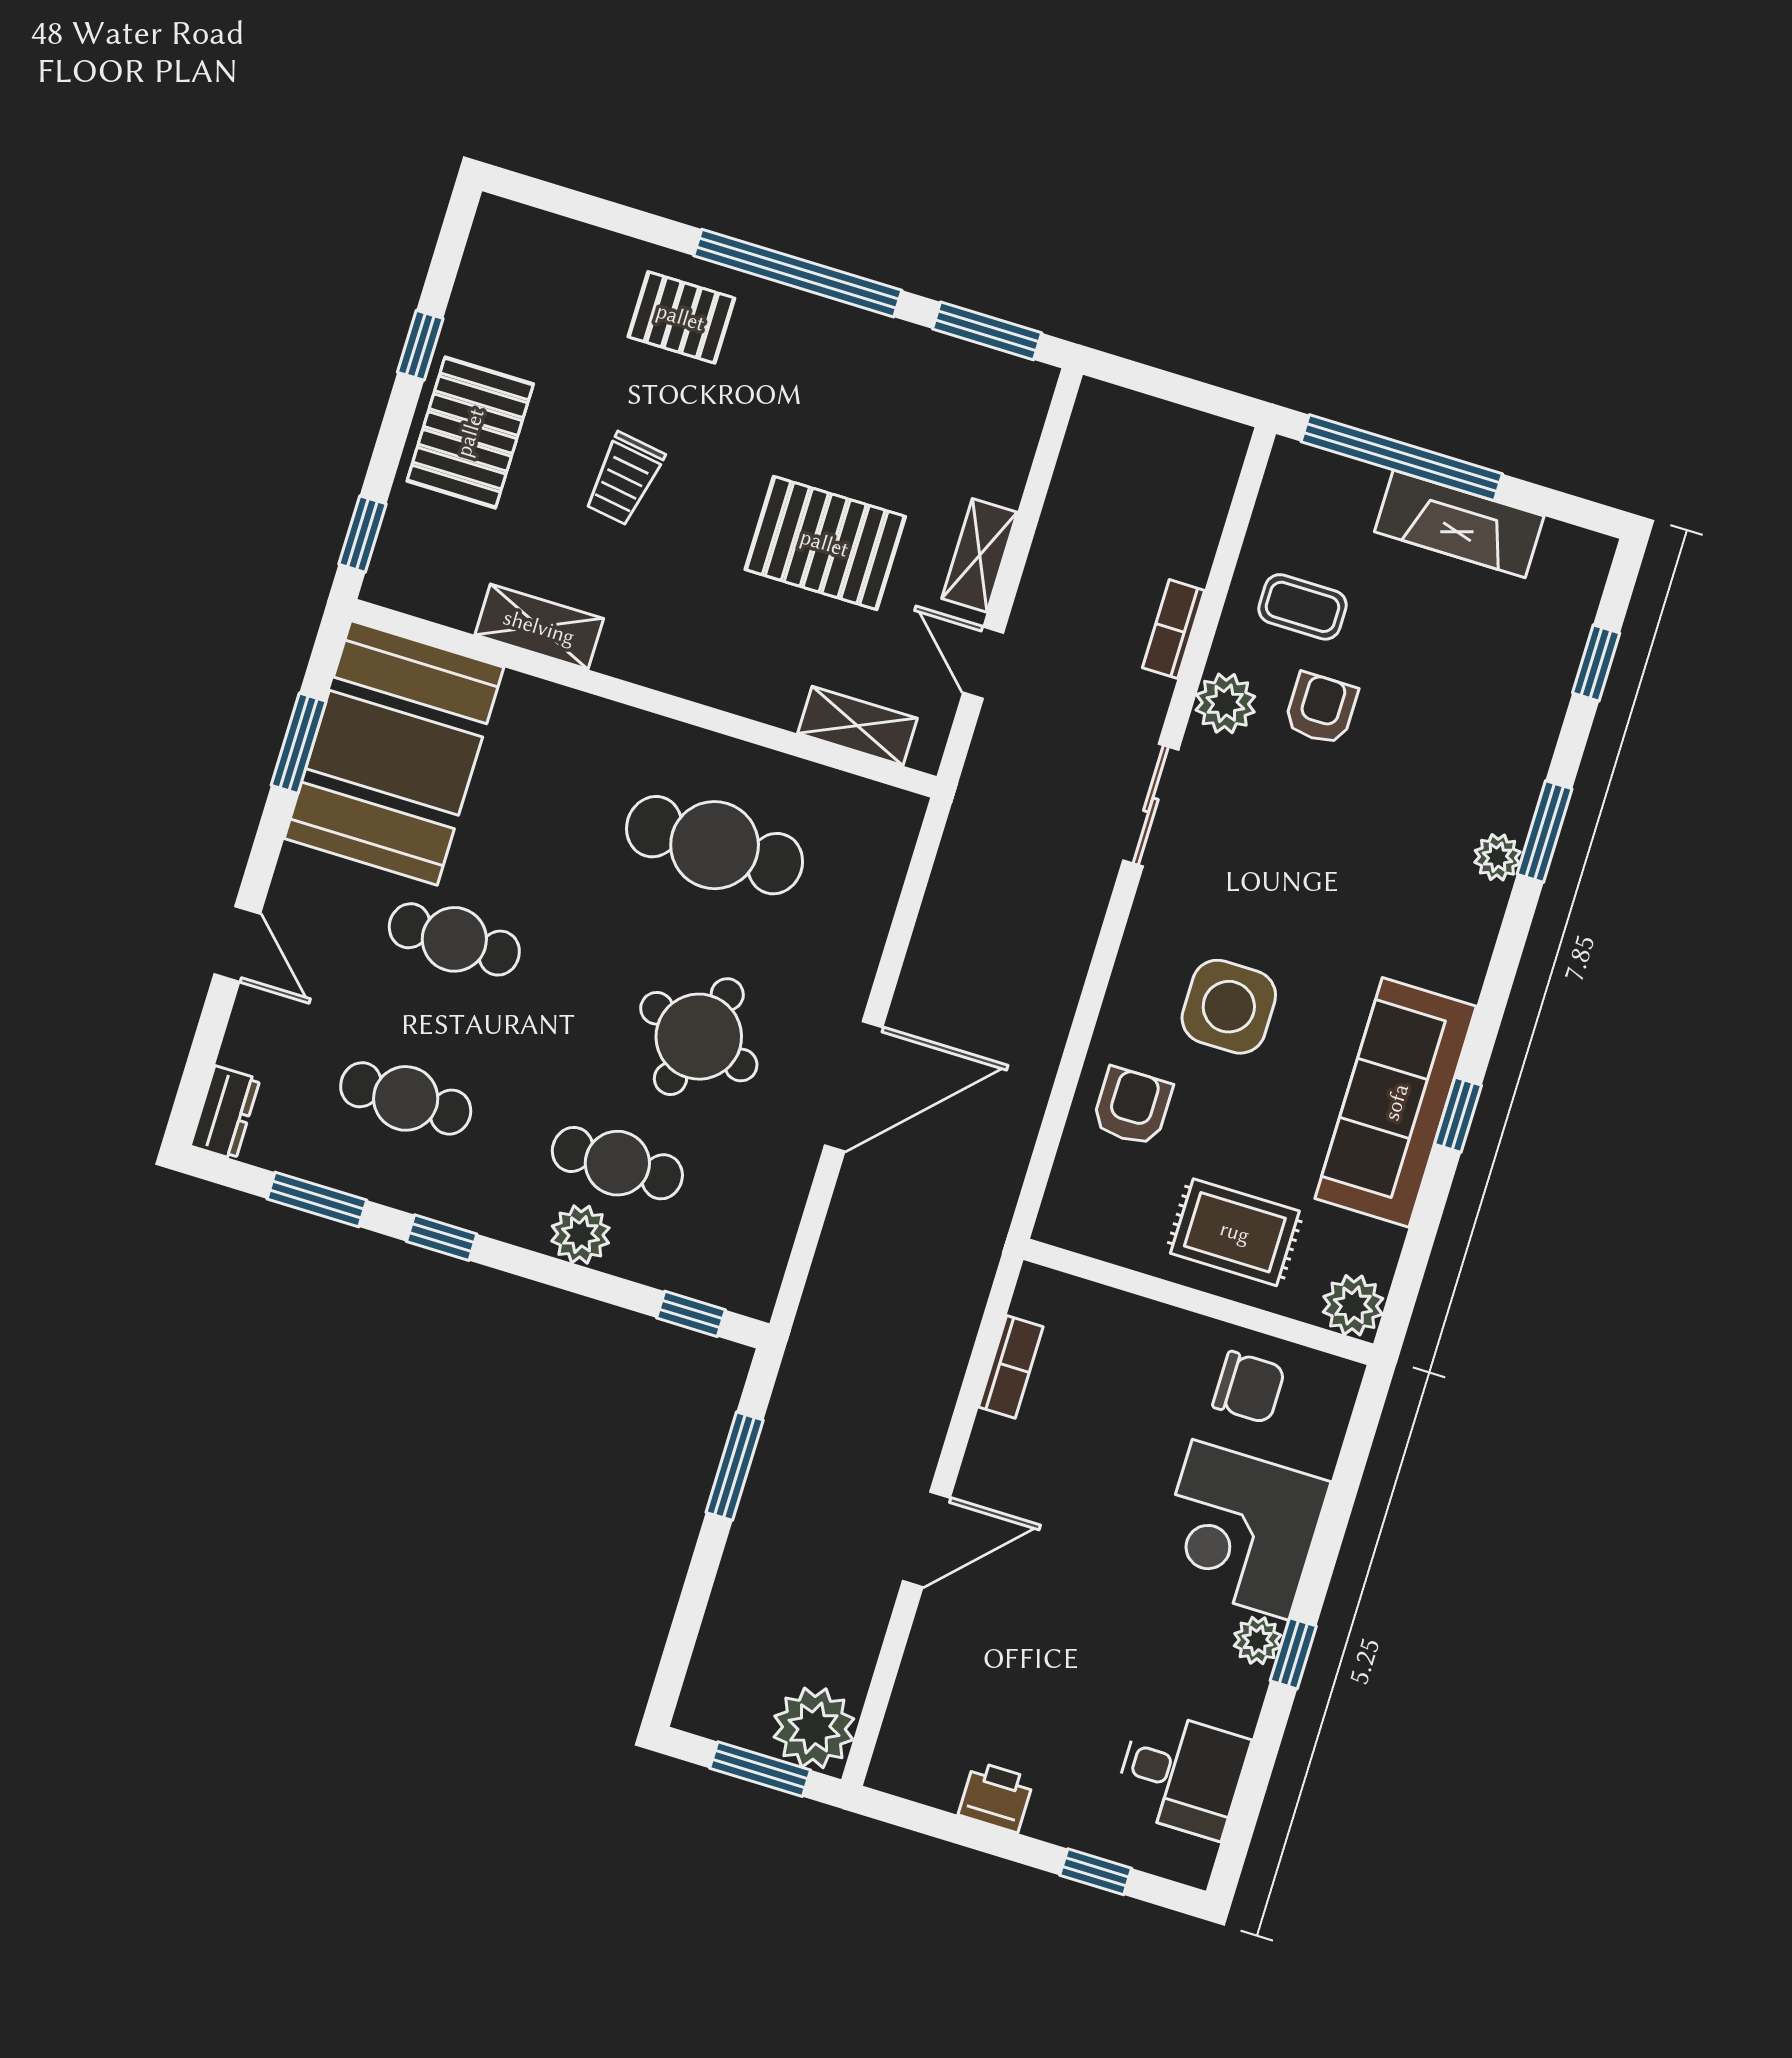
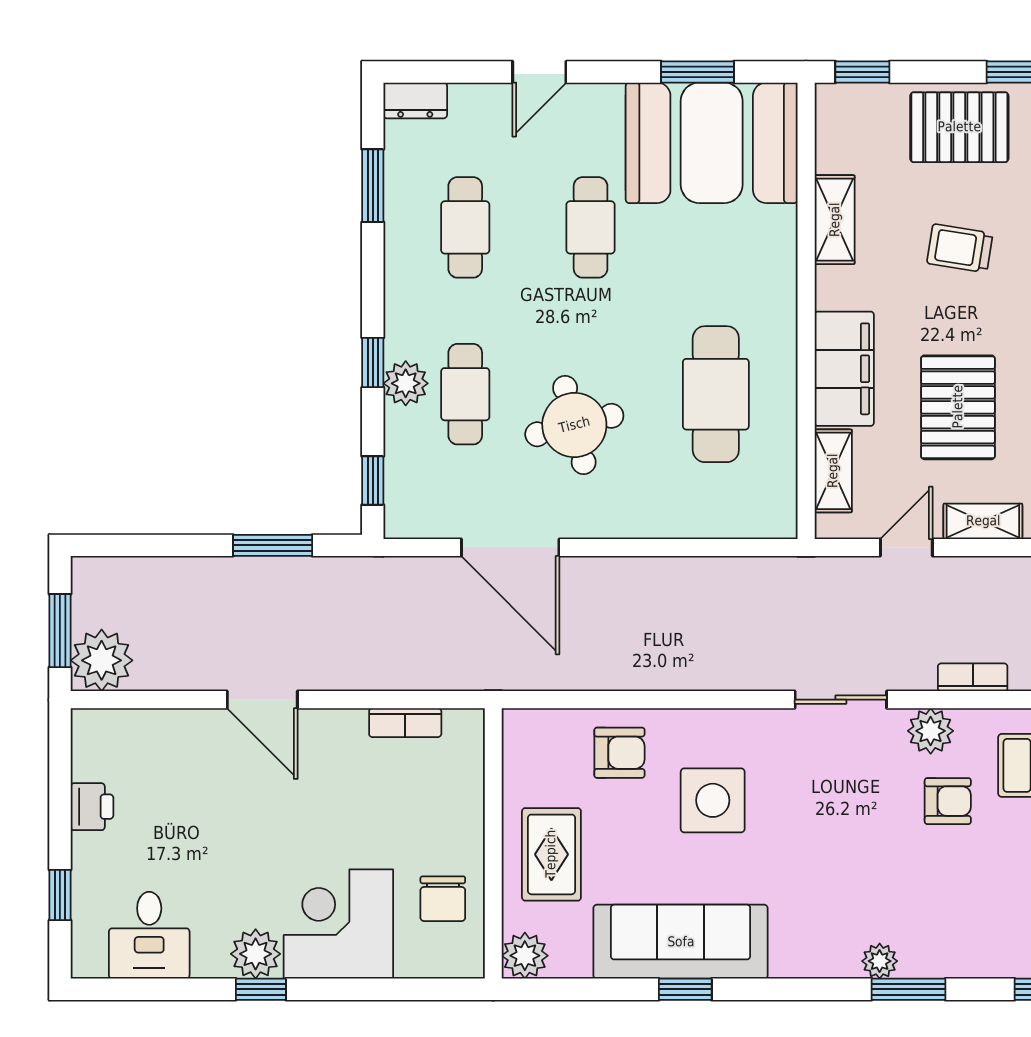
filing cabinet: (732, 672) -> (844, 369), added
round table: (699, 1037) -> (574, 425), turned -31
door: (854, 1086) -> (510, 548), moved
window: (442, 1238) -> (373, 362), moved
plant: (1258, 1640) -> (256, 954), width x1.38, depth x1.38

